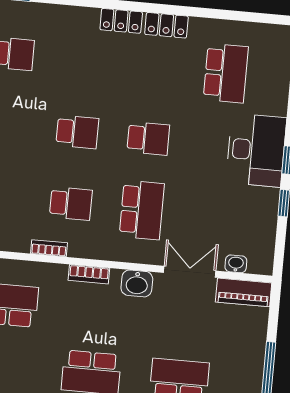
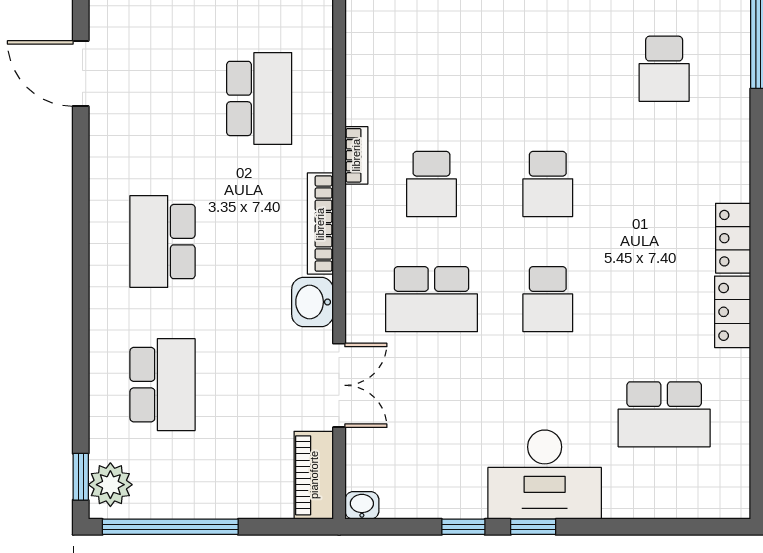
washbasin: (236, 264) -> (362, 505), moved, turned -90
bookcase: (89, 274) -> (320, 224), width x1.56

